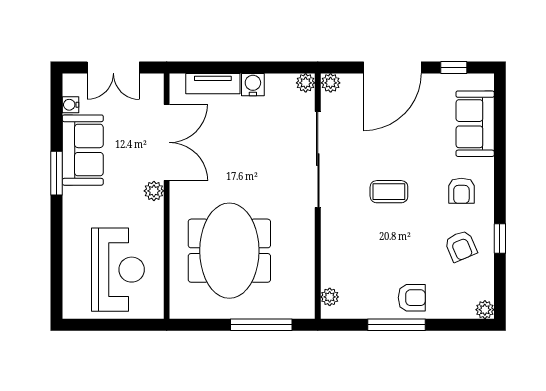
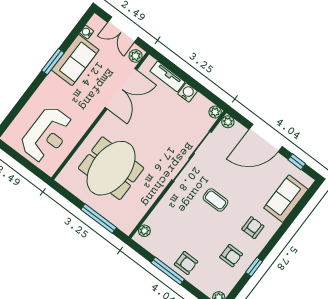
plant: (154, 191) -> (136, 56), moved
armchair: (461, 191) -> (253, 228), turned 180
armchair: (461, 246) -> (231, 256), turned -67

